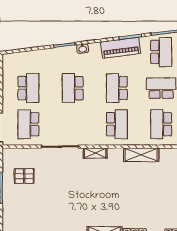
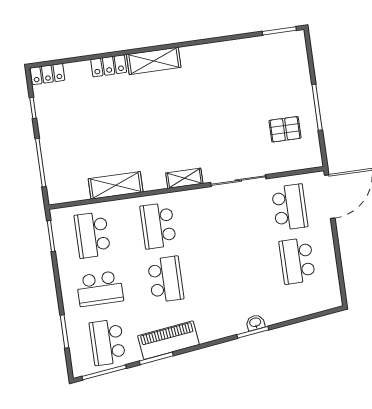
washbasin: (83, 49) -> (255, 323), moved
school desk: (73, 88) -> (231, 270), removed
school desk: (161, 124) -> (92, 235), turned 180

